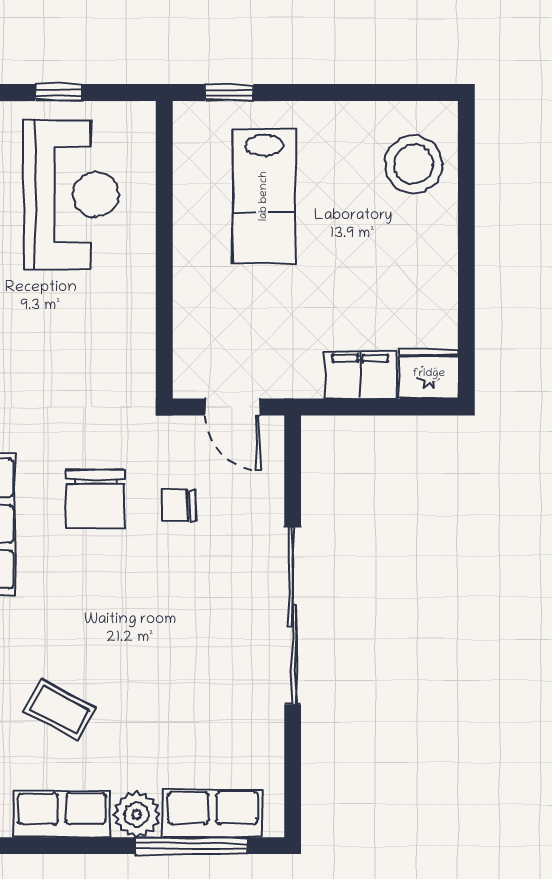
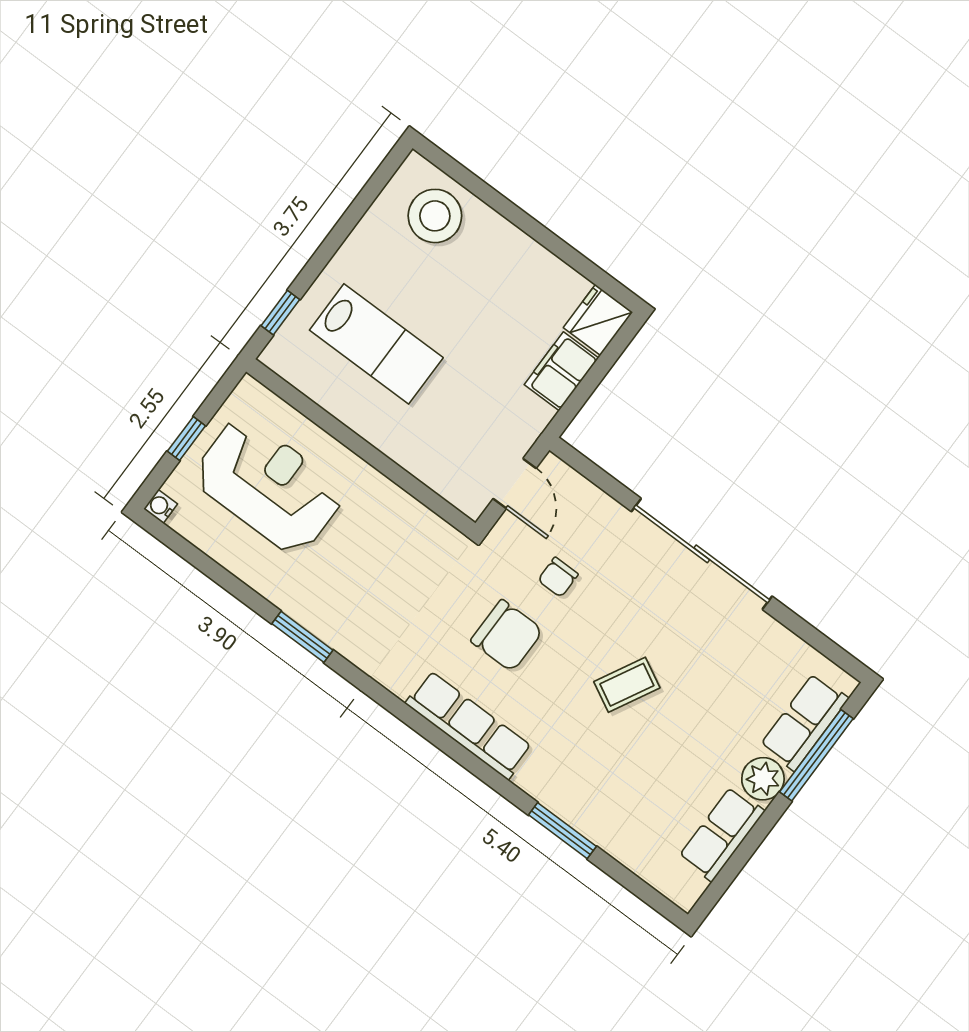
door: (232, 407) -> (515, 483), hinge flipped
coffee table: (60, 710) -> (627, 685), moved

